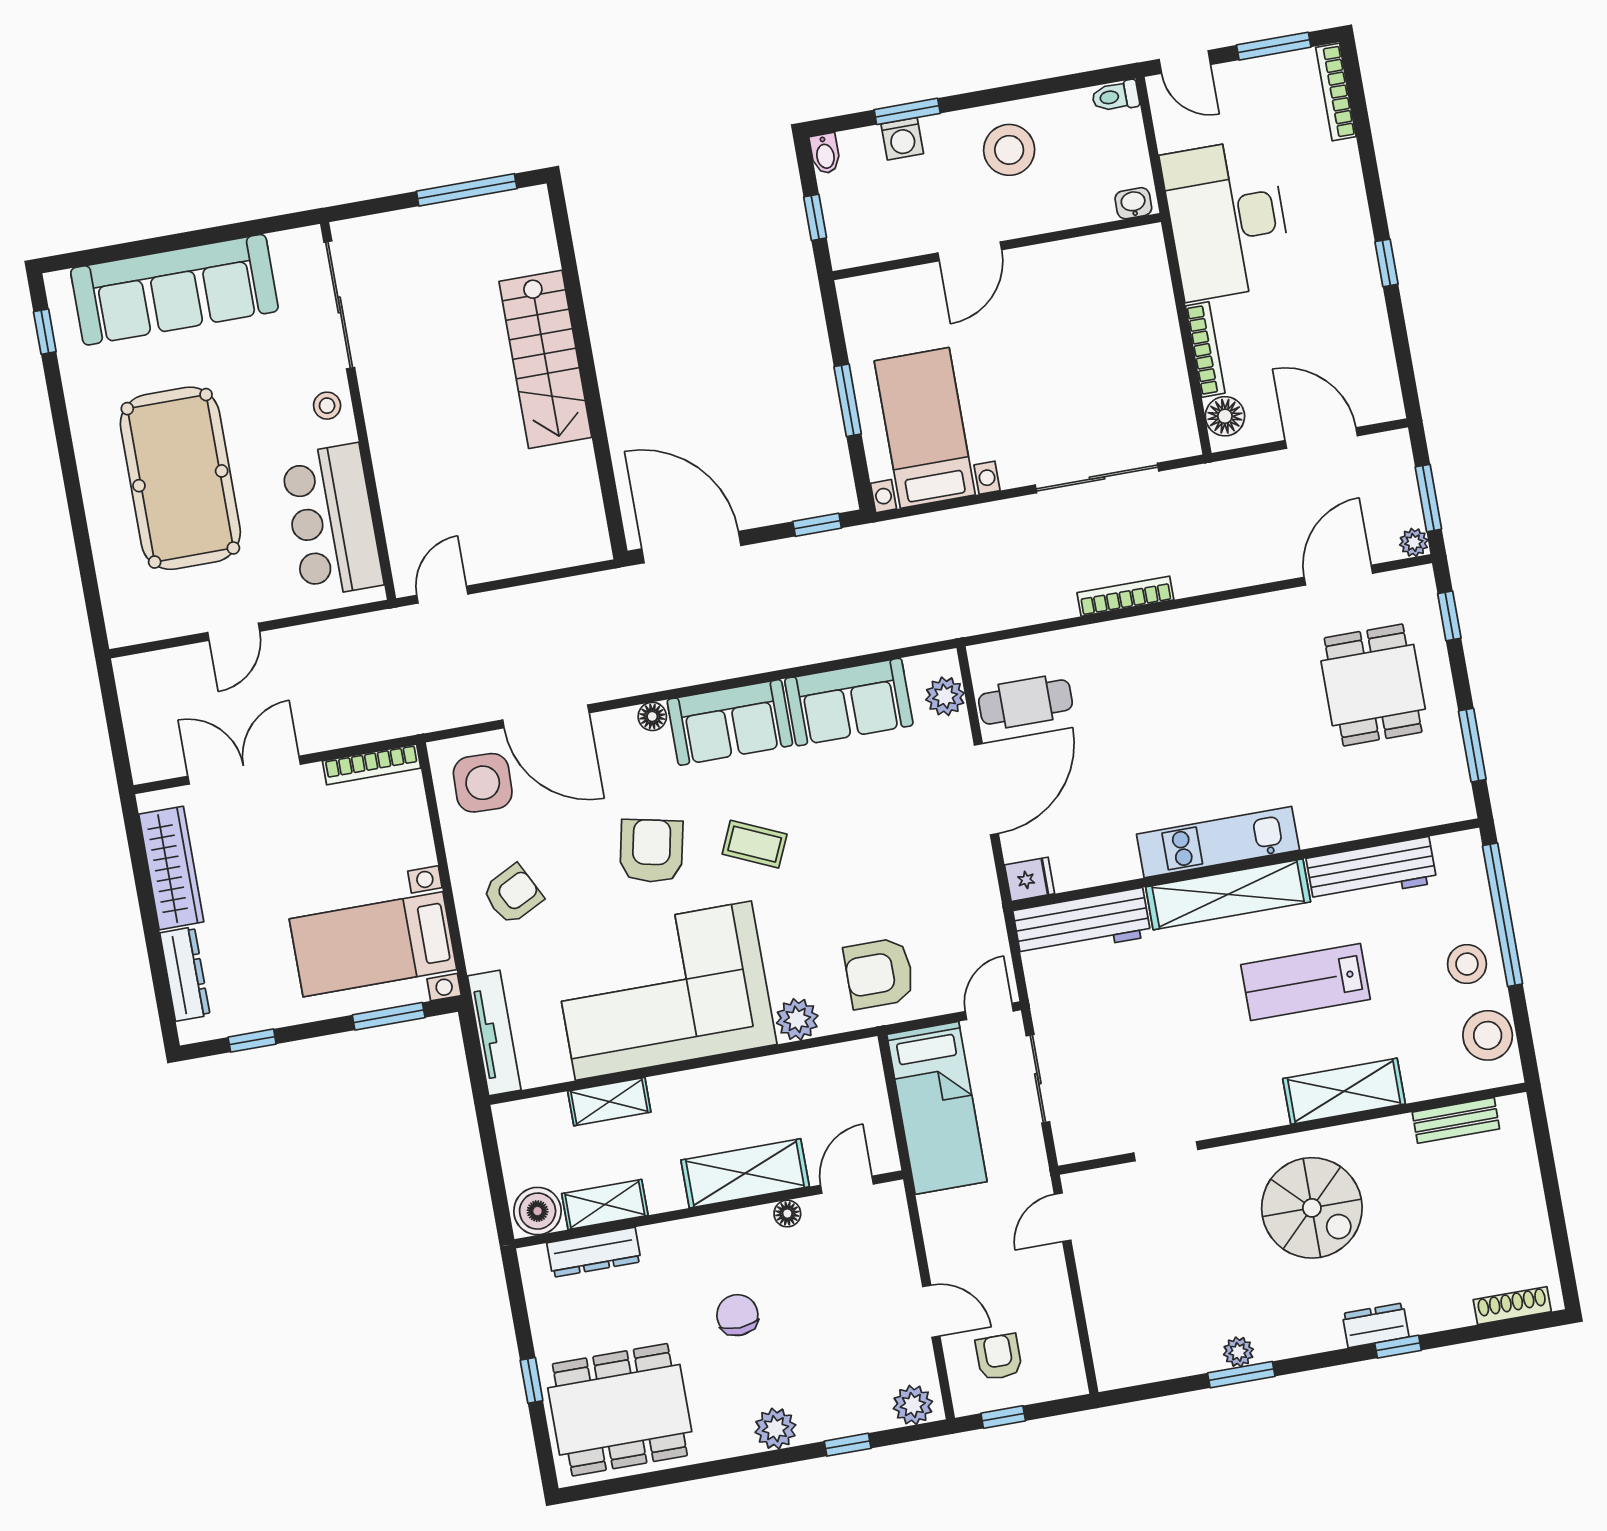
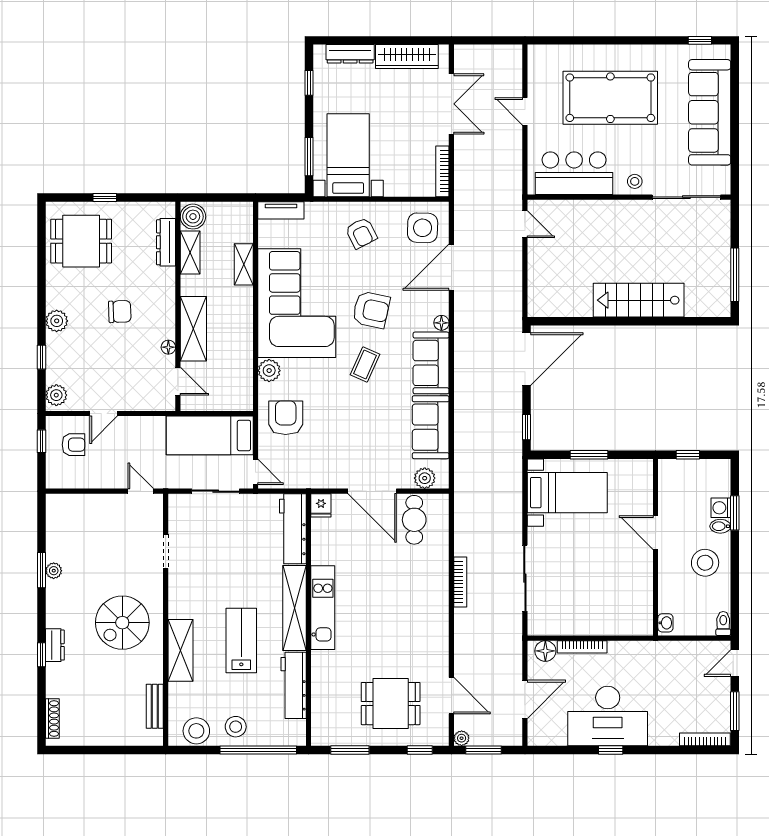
bidet: (825, 154) -> (720, 526), moved
desk: (1227, 219) -> (608, 716), moved, turned 180
tv unit: (494, 1033) -> (281, 210), width x0.71
dining table: (620, 1410) -> (81, 241), width x0.73

